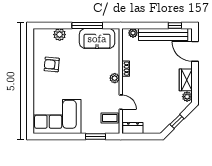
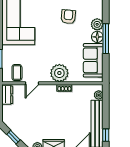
window: (87, 25) -> (106, 39), moved
floor lamp: (73, 34) -> (97, 37), added
plant: (115, 78) -> (59, 73), width x1.88, depth x1.88

